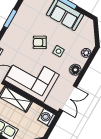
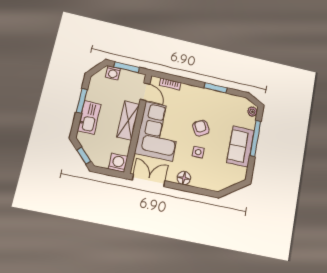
plant: (86, 53) -> (207, 184), removed
double door: (68, 98) -> (149, 180), swing flipped

